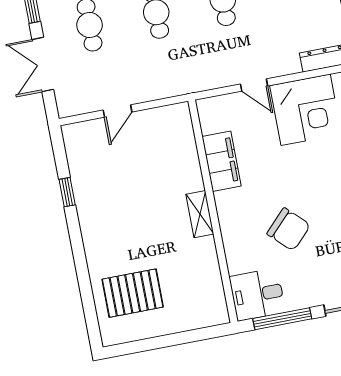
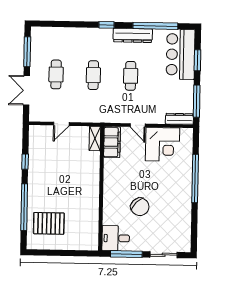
filing cabinet: (222, 161) -> (112, 142), moved
shelving: (200, 214) -> (95, 139), moved
window: (83, 273) -> (24, 207), added

